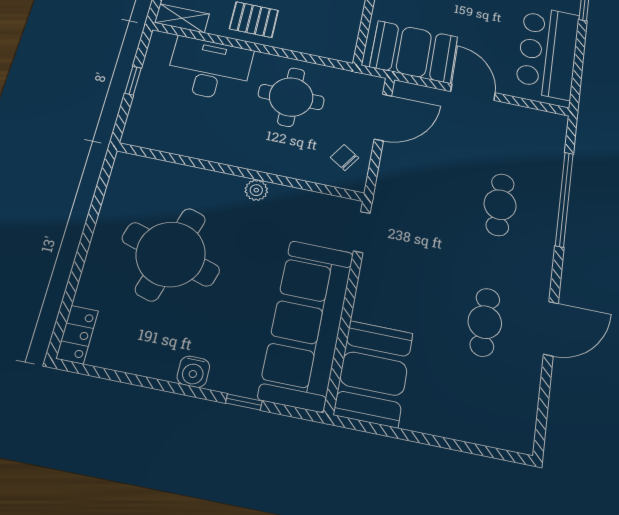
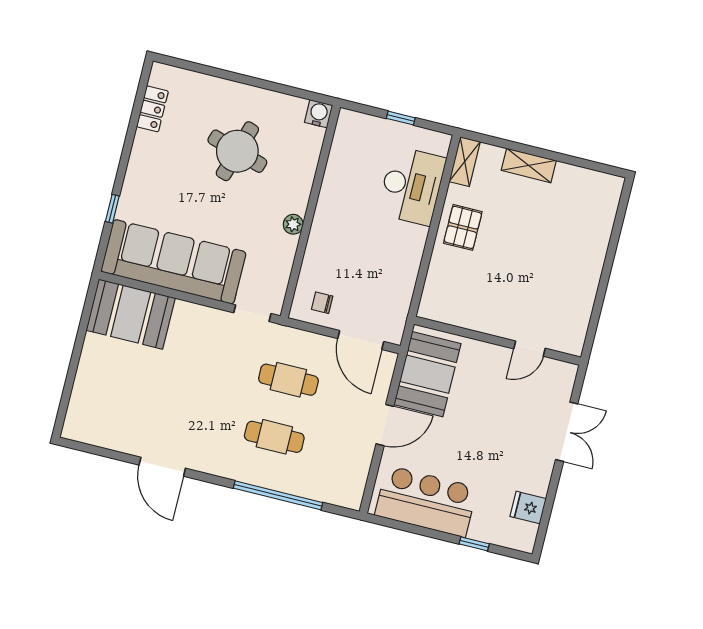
round table: (291, 97) -> (382, 258), removed
chair: (344, 158) -> (322, 303), turned -123
round table: (171, 254) -> (237, 151), width x0.73, depth x0.73
cafe table: (485, 322) -> (288, 380), moved
locker: (77, 335) -> (152, 109), moved, turned -90
water cooler: (193, 372) -> (319, 114), moved, turned 90

